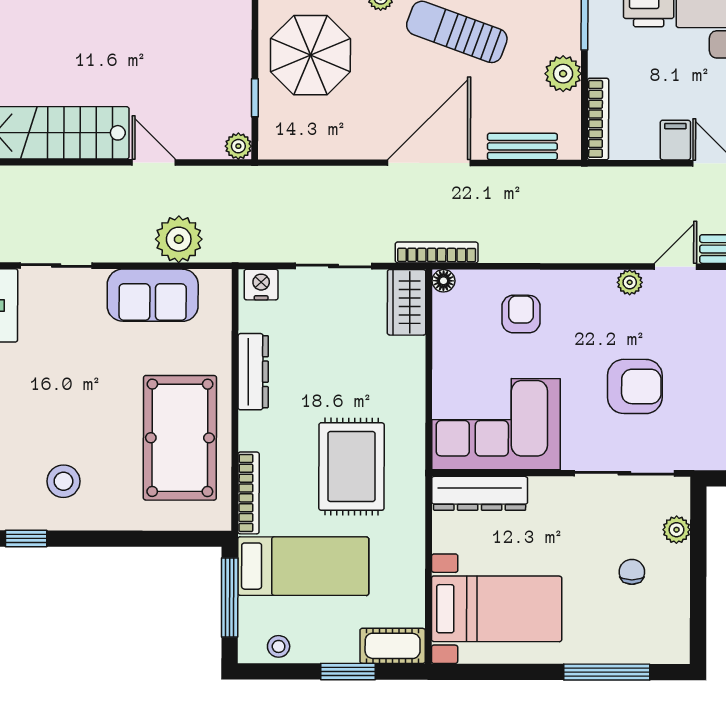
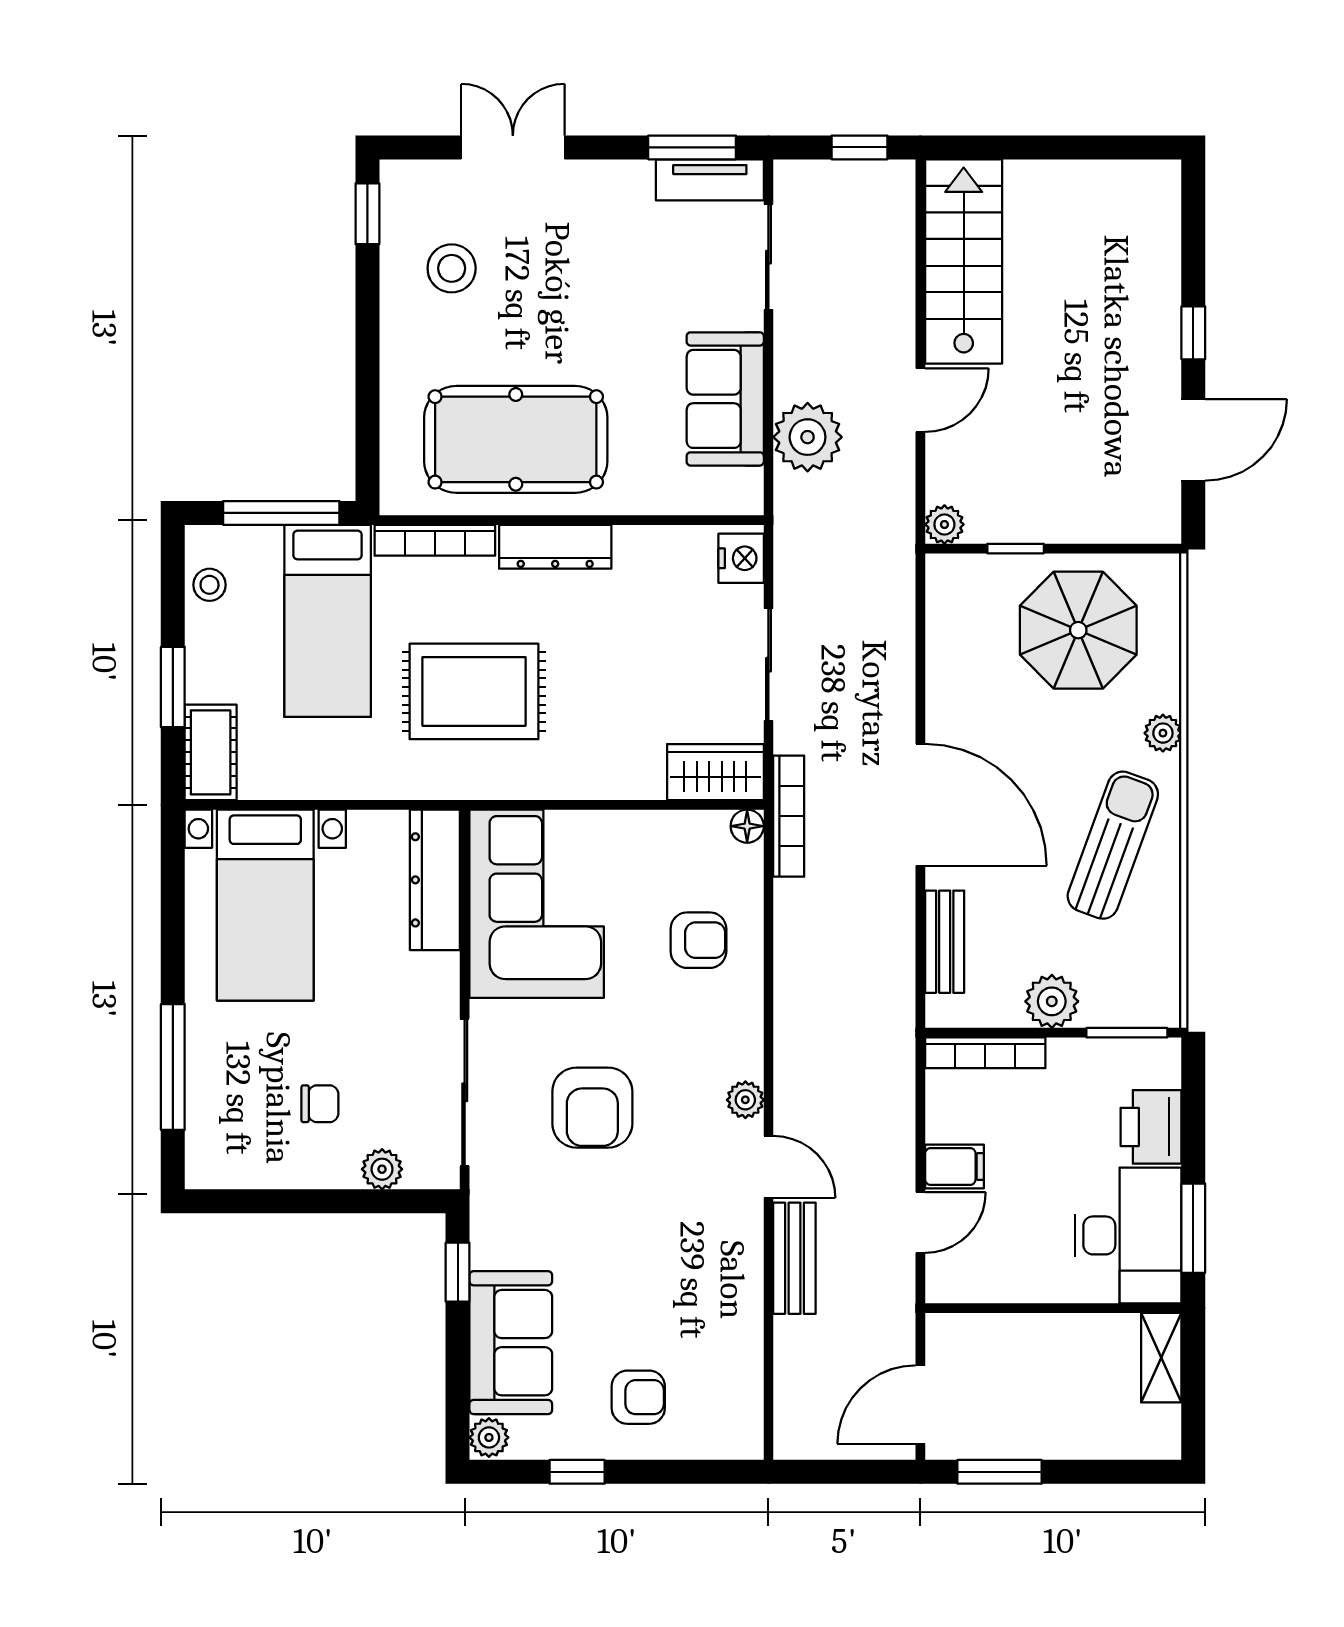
dresser: (253, 372) -> (555, 547), moved

